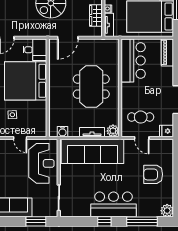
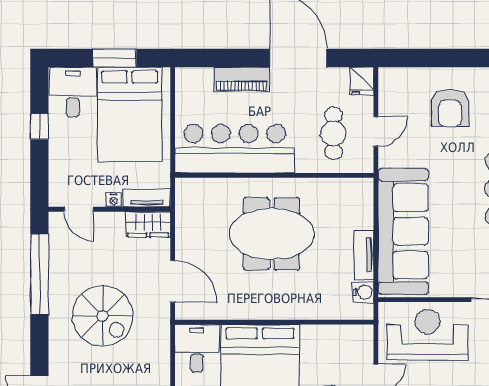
wardrobe: (96, 16) -> (148, 224), moved
piano: (167, 52) -> (242, 79), moved
bar counter: (133, 60) -> (235, 149), width x1.36
plant: (113, 131) -> (361, 190), removed
tv unit: (92, 132) -> (364, 255), moved

